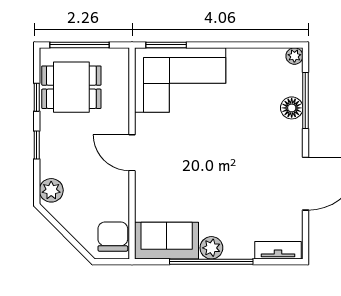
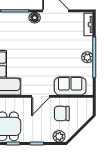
floor lamp: (292, 108) -> (35, 18), moved
chair: (113, 237) -> (62, 114), moved
sofa: (167, 241) -> (70, 86), moved, turned 90

